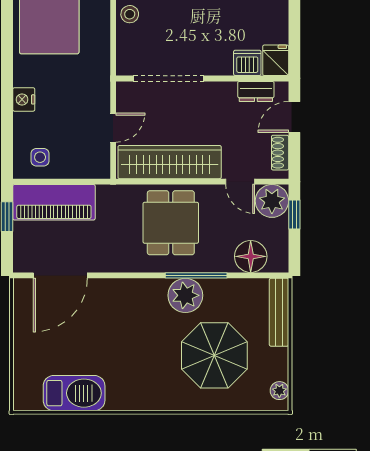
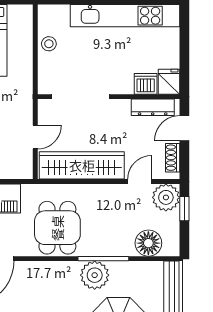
dresser: (256, 91) -> (153, 107), width x1.44
door: (240, 182) -> (140, 181), swing flipped
dining table: (171, 223) -> (57, 228), moved

